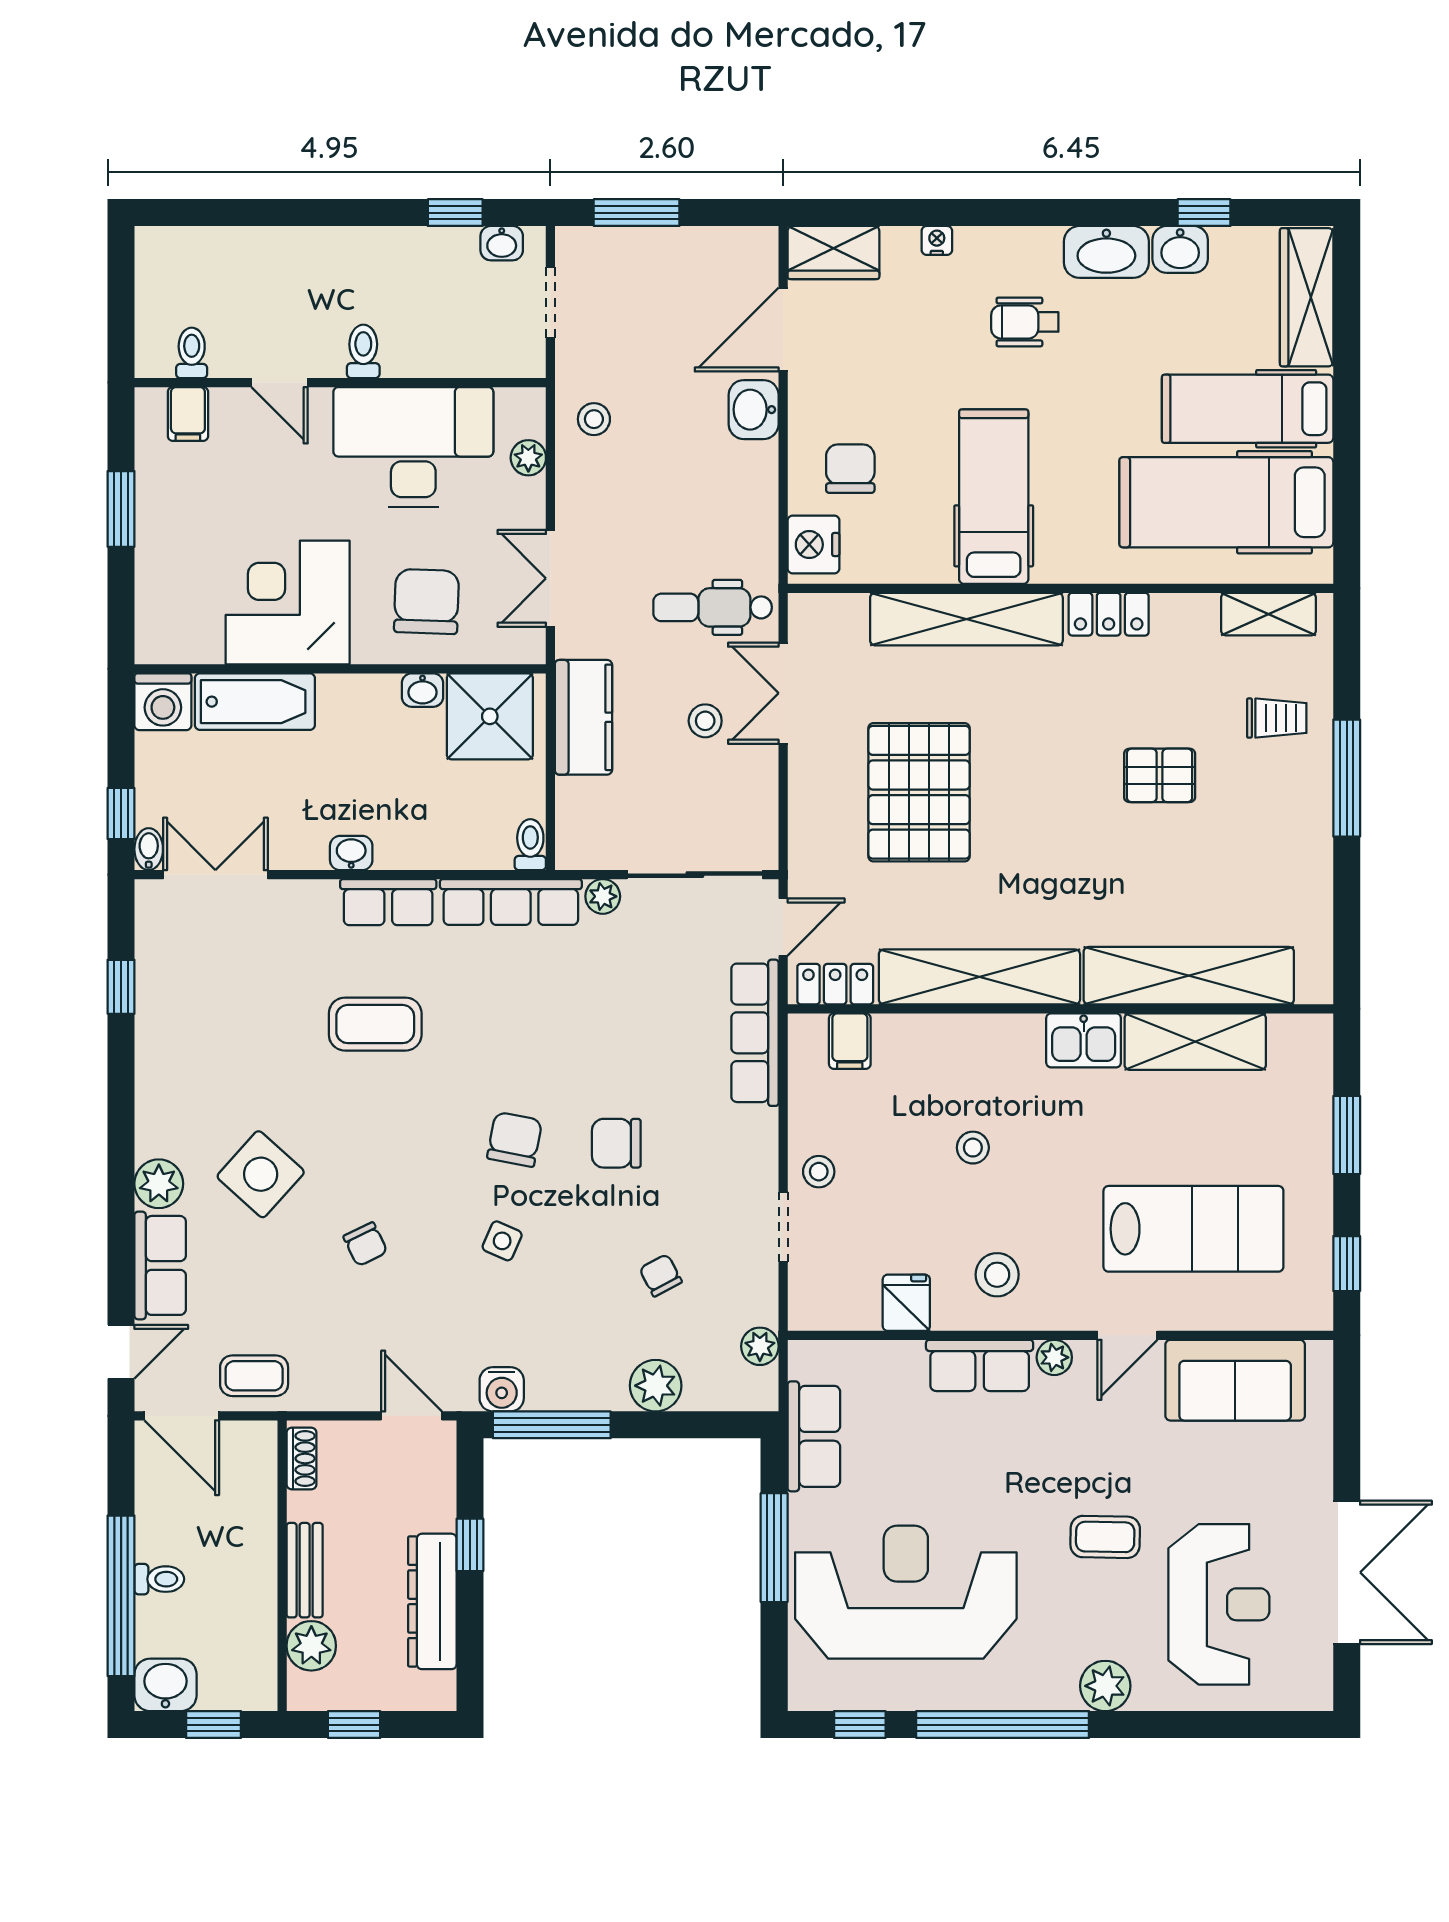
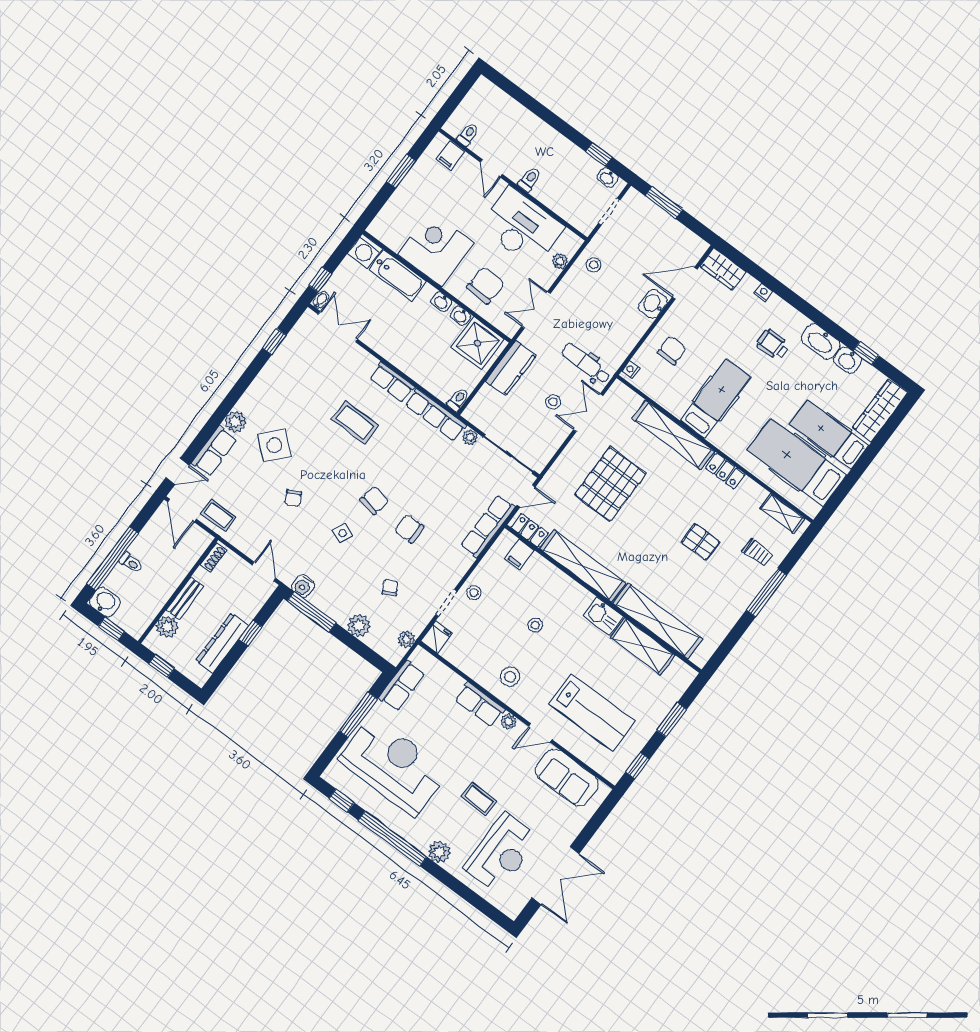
nightstand: (813, 545) -> (631, 370), width x0.53, depth x0.56
washbasin: (351, 853) -> (441, 302), moved, turned 180
fridge: (906, 1303) -> (436, 637), moved

